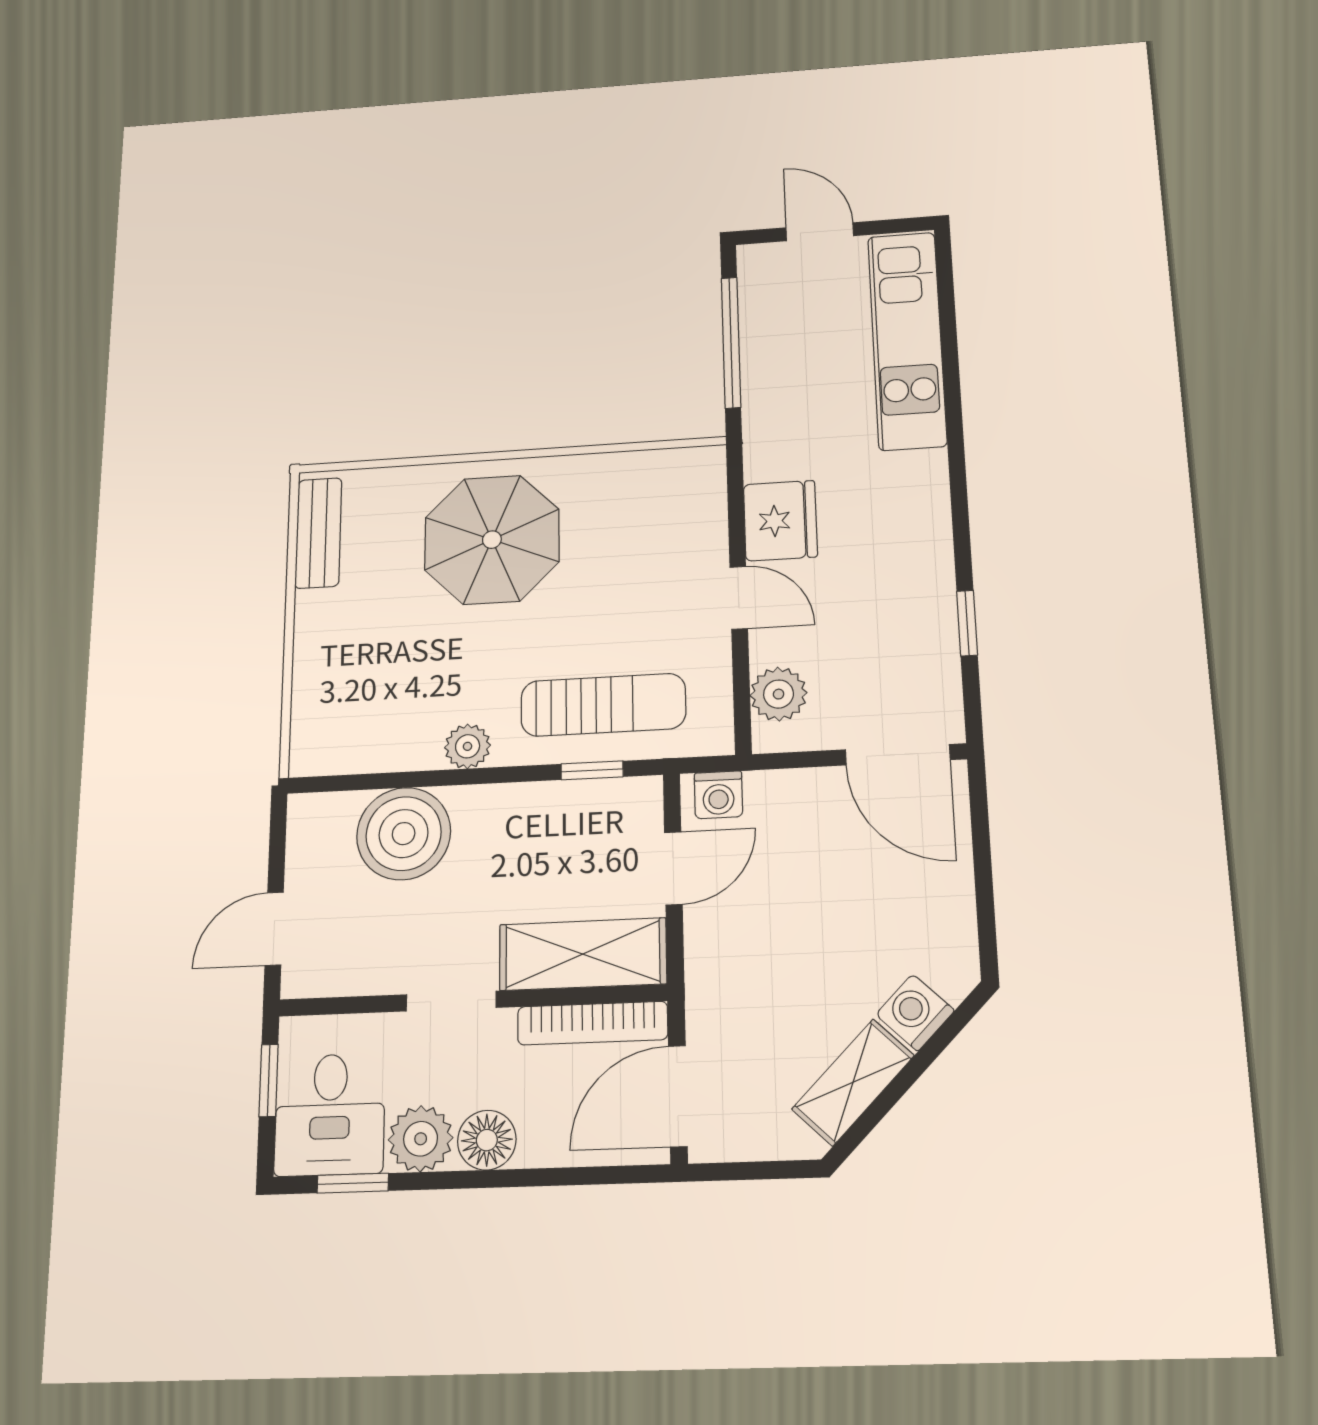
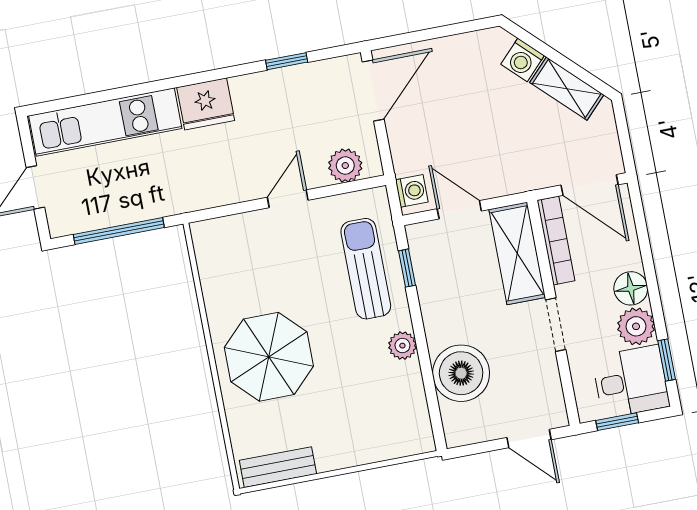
fridge: (780, 521) -> (206, 104), moved, turned 180

